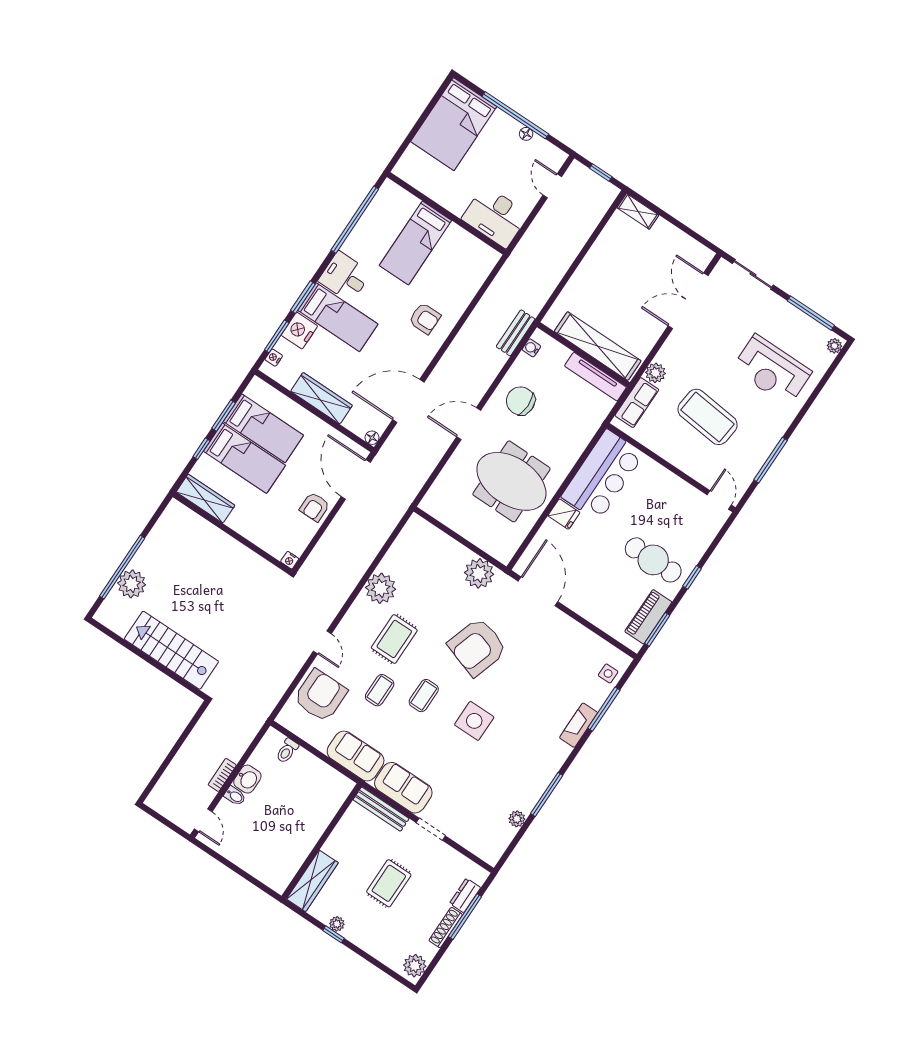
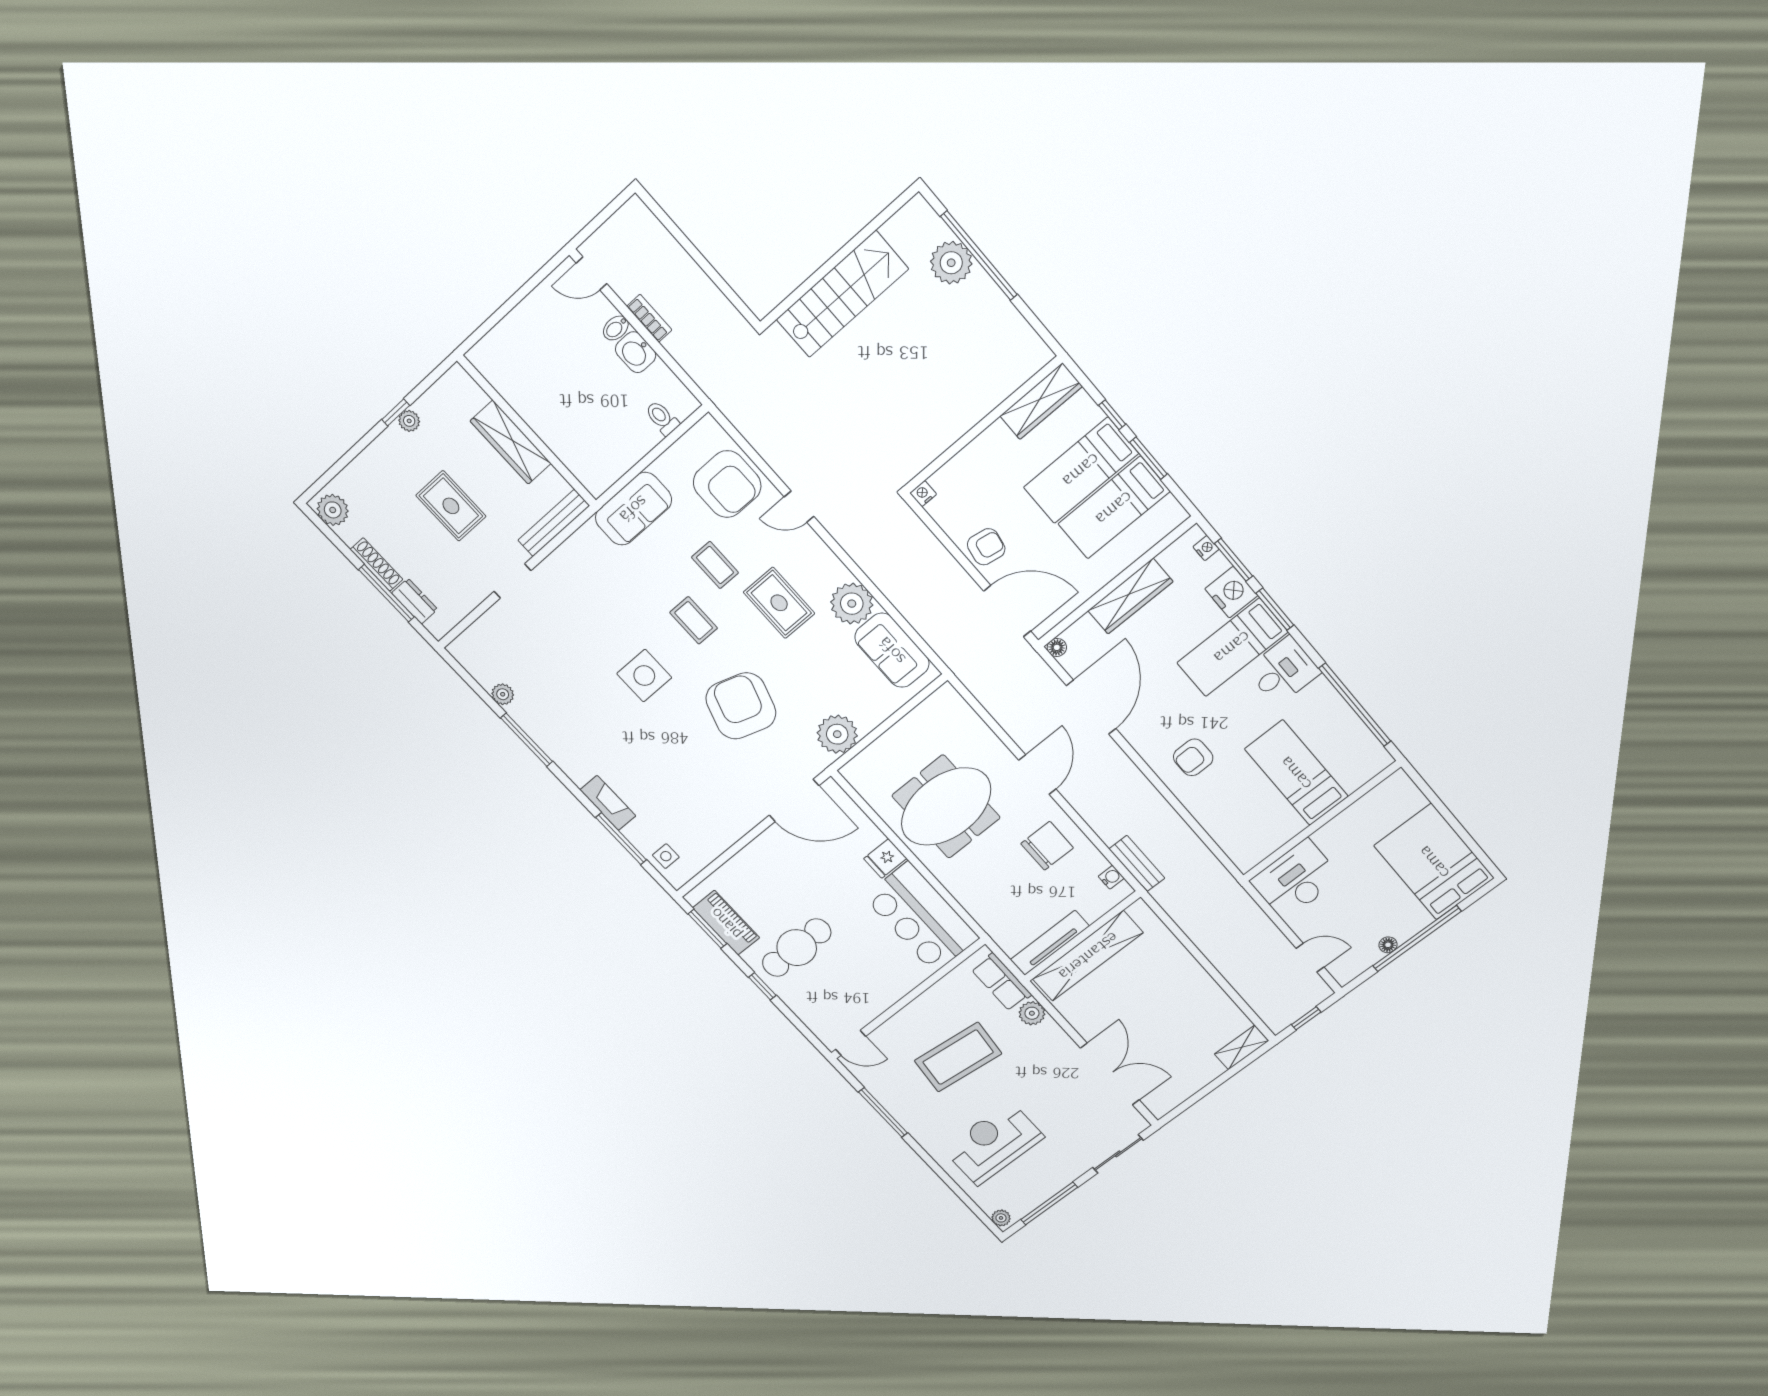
armchair: (315, 507) -> (986, 547), turned 100
sofa: (403, 788) -> (892, 650), moved, turned 90
wardrobe: (312, 881) -> (511, 442), moved

